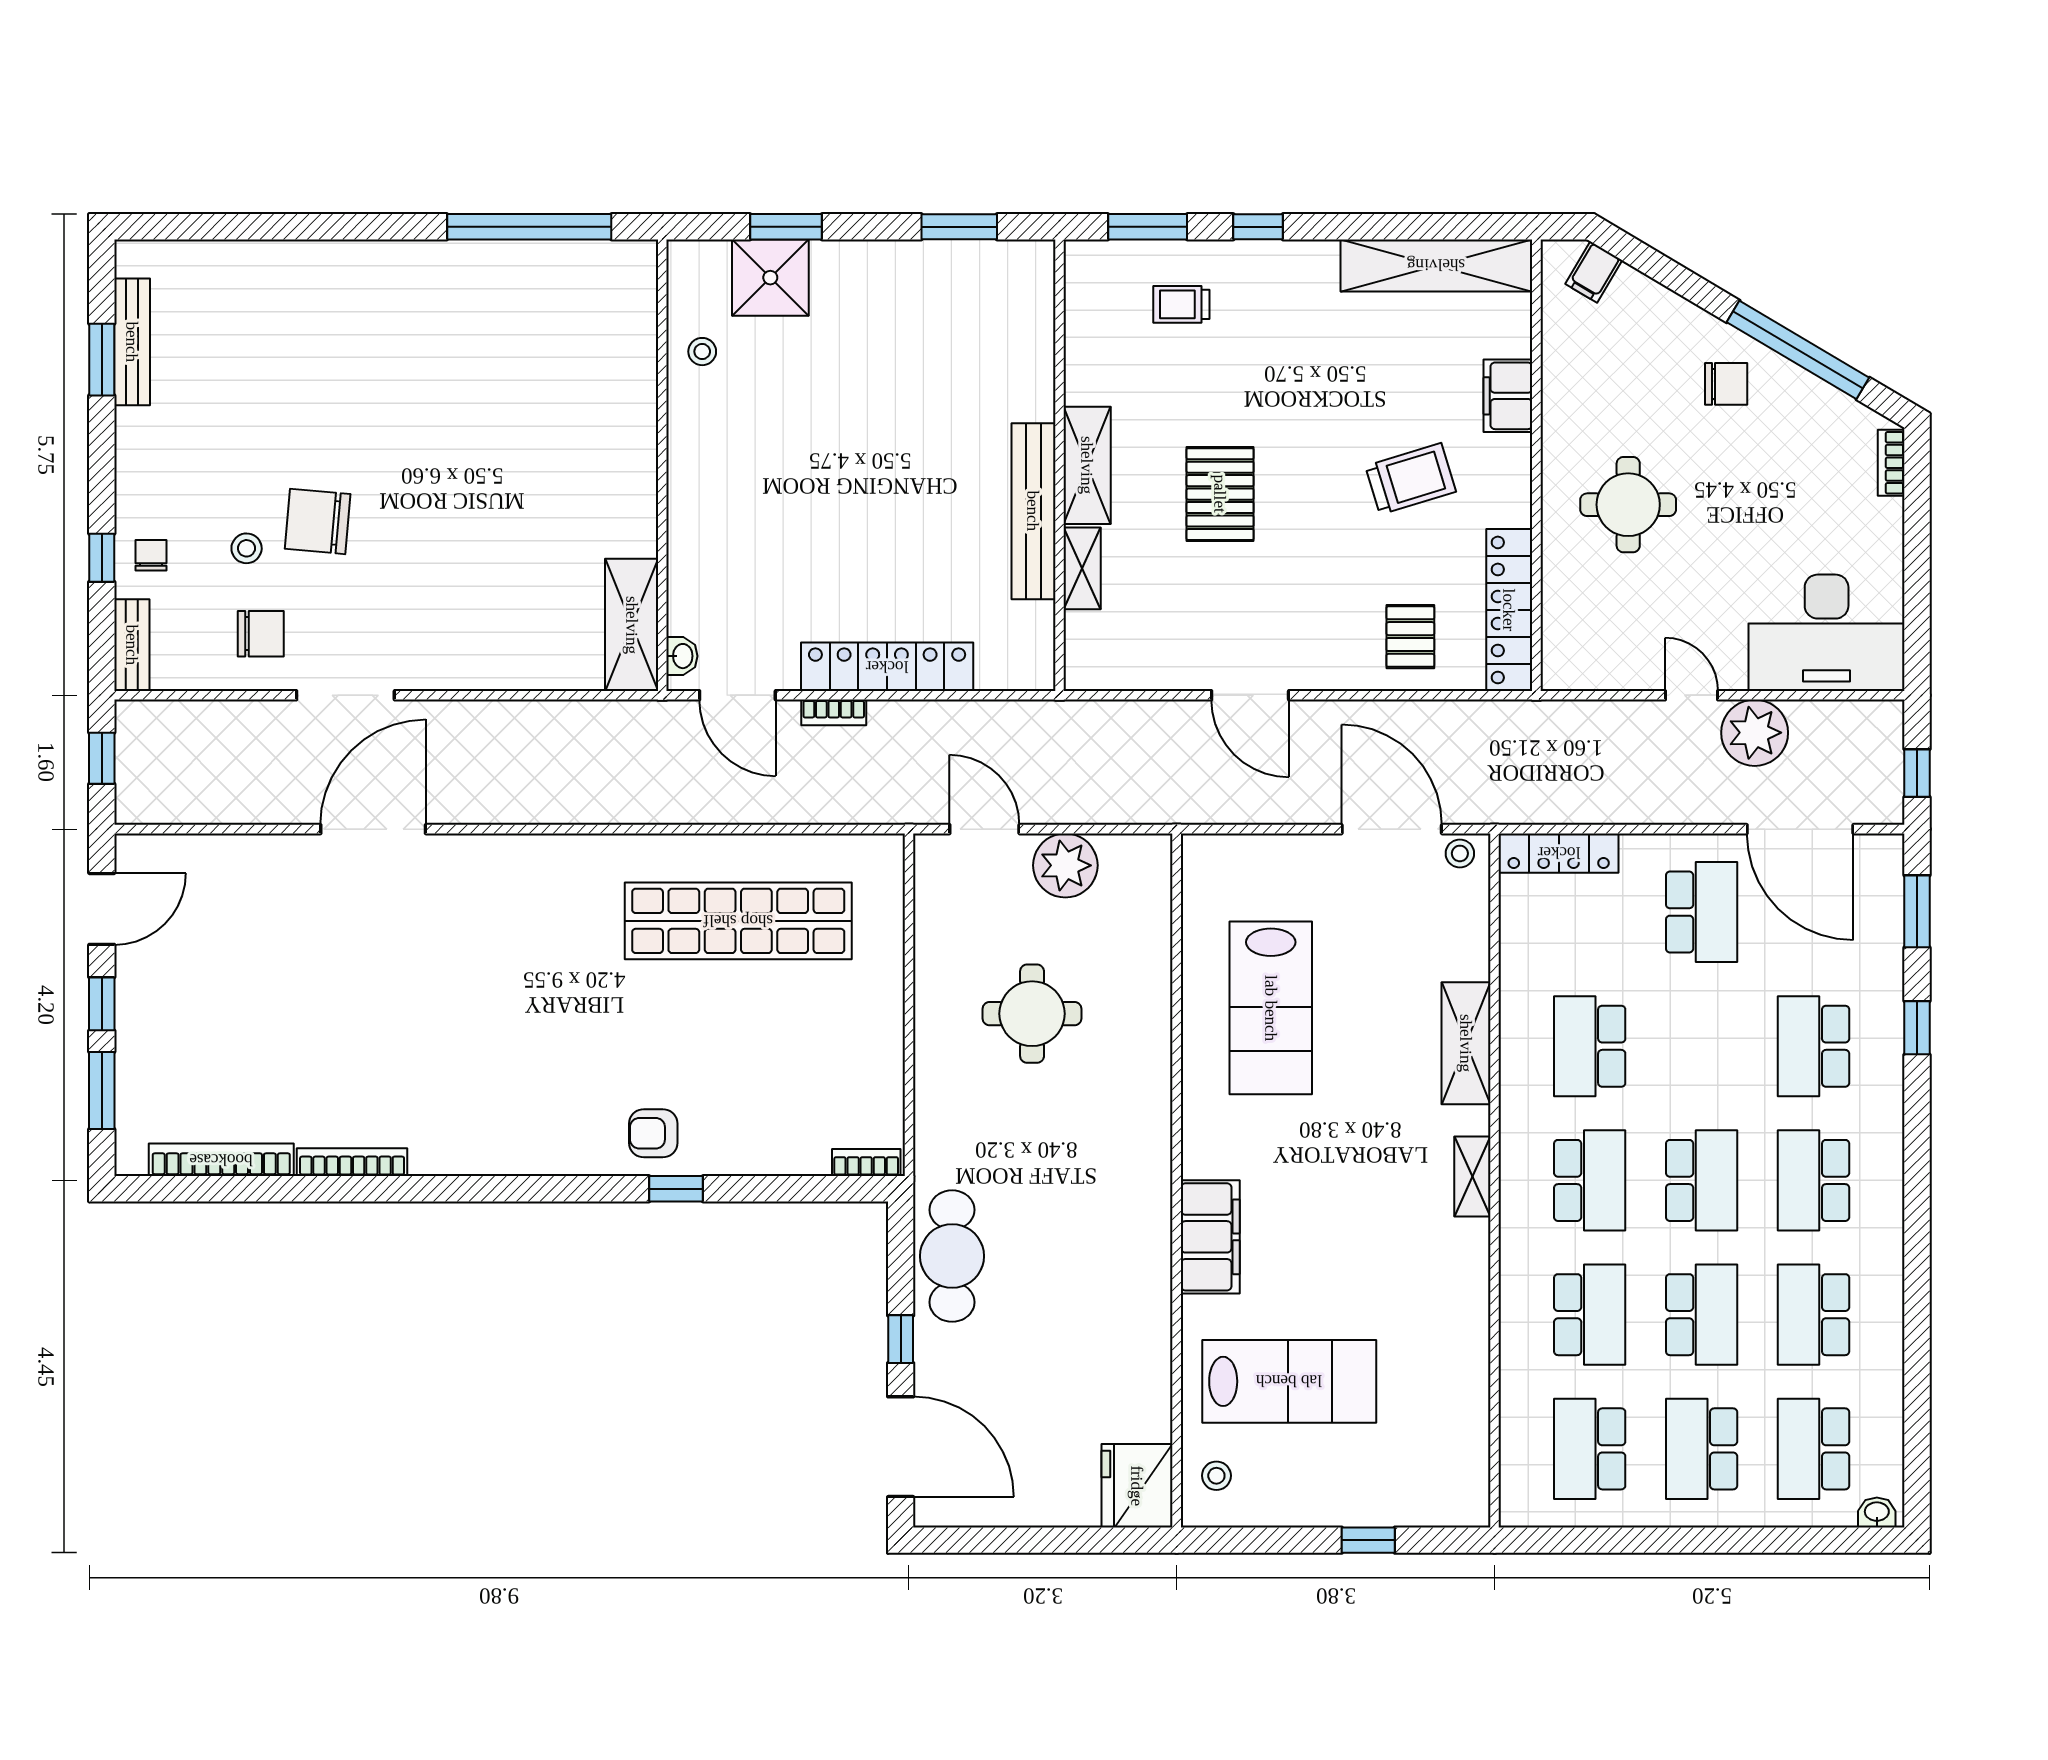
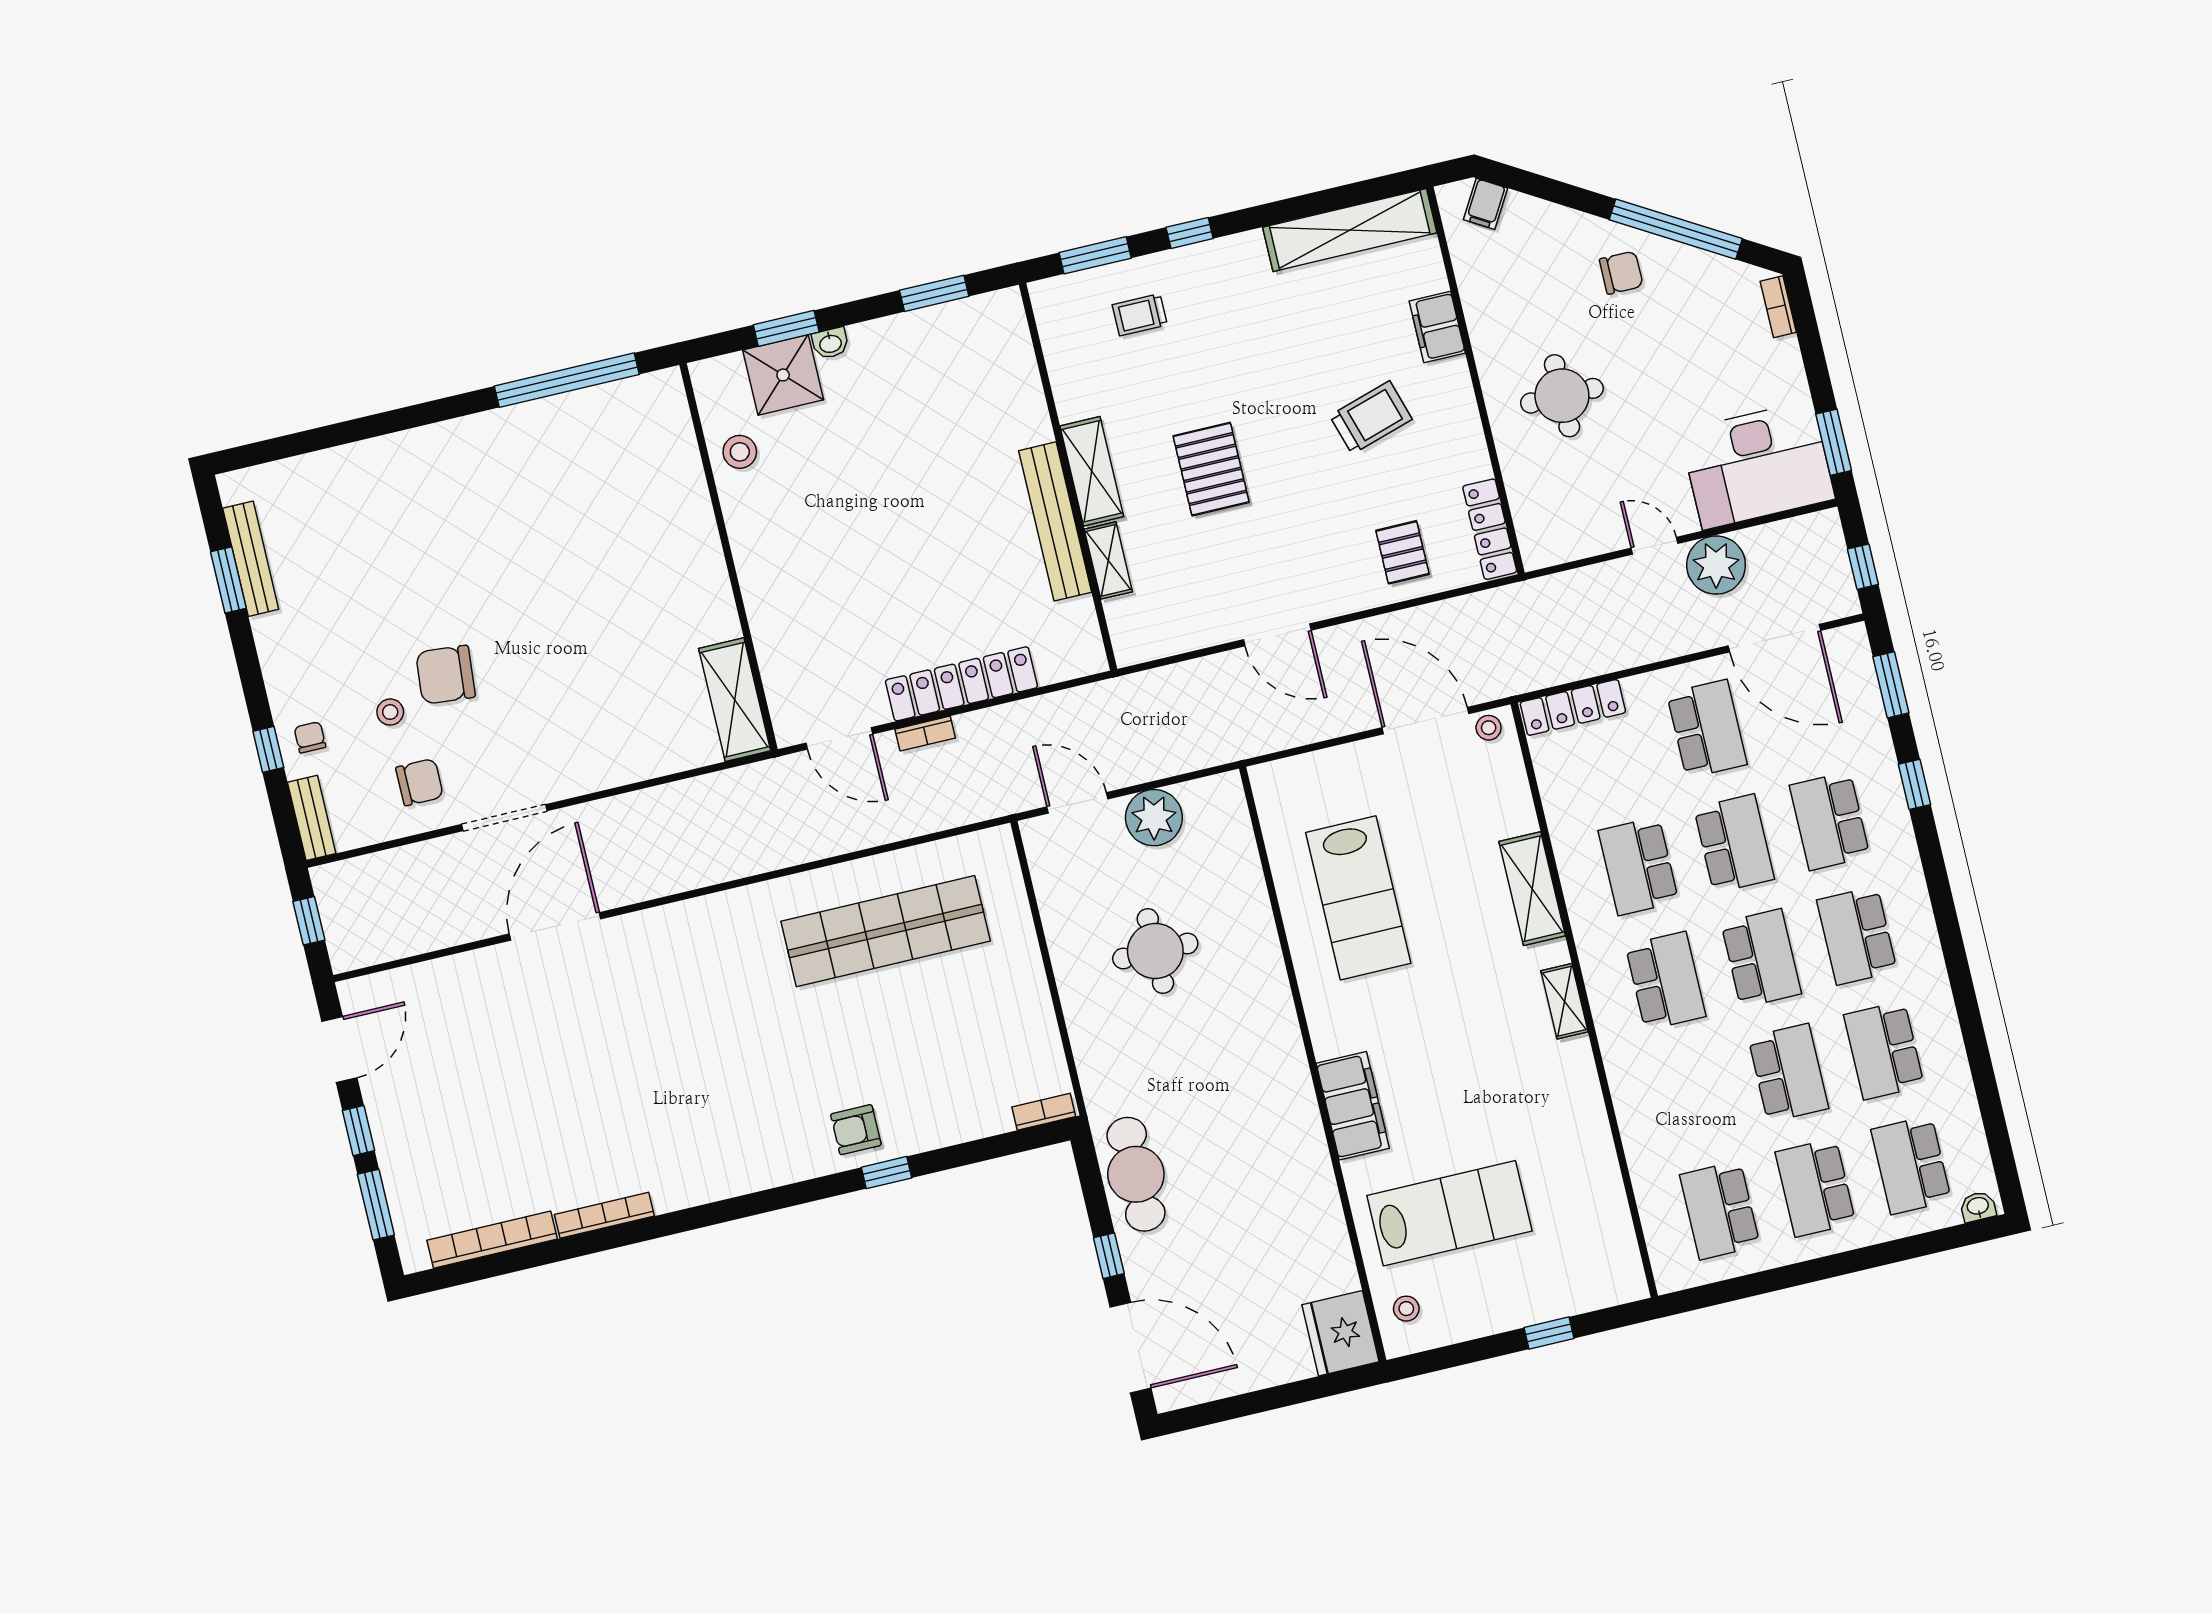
stool: (702, 352) -> (740, 452), width x1.37, depth x1.37
locker: (1509, 610) -> (1490, 529), width x0.71, depth x0.83
window: (1917, 628) -> (1834, 442), added
washbasin: (682, 656) -> (830, 343), moved, turned 90
school desk: (1590, 1315) -> (1734, 844), moved

